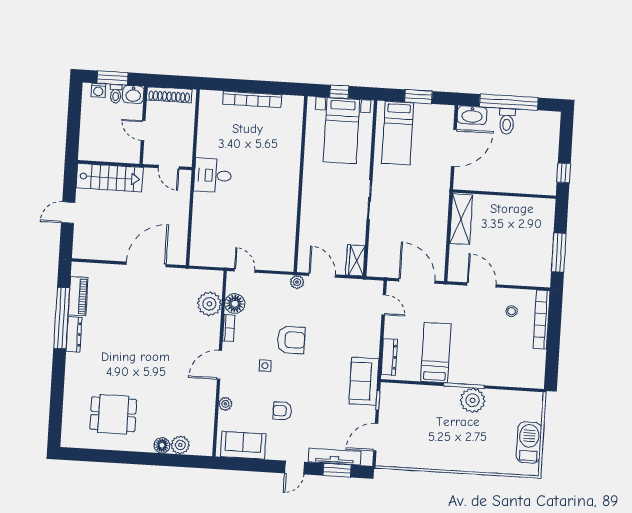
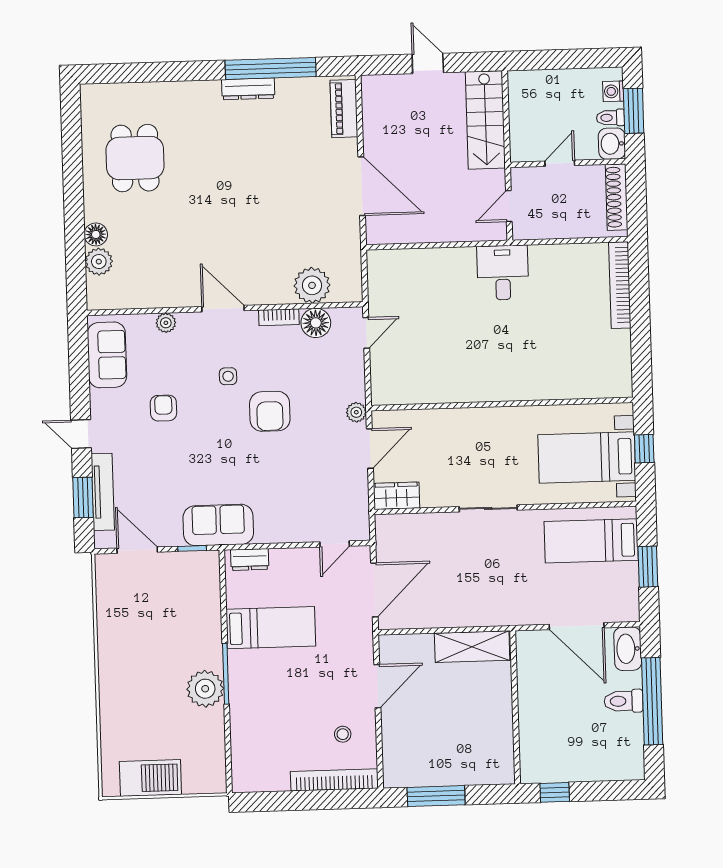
bookcase: (252, 99) -> (620, 285), moved
piano: (78, 296) -> (344, 109), moved, turned 90
dresser: (389, 357) -> (250, 560), width x0.70

